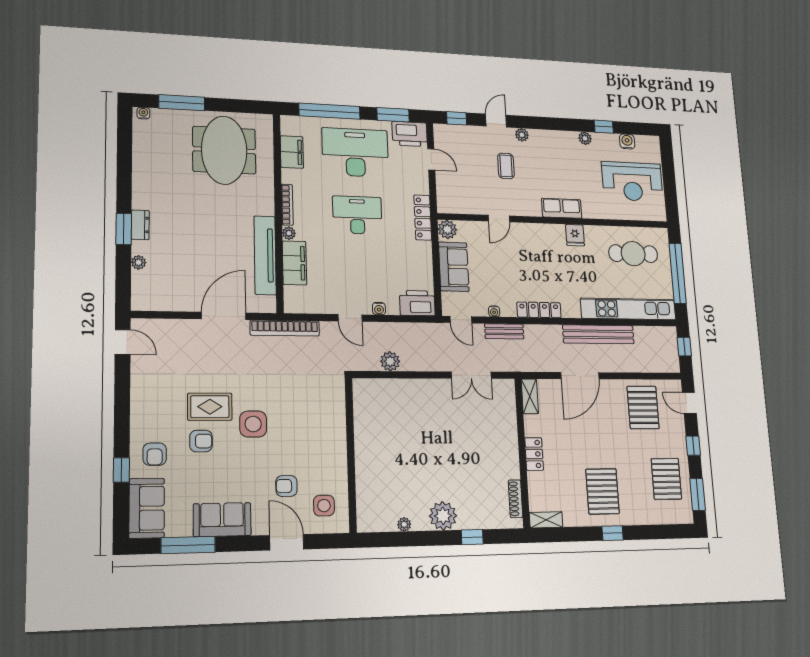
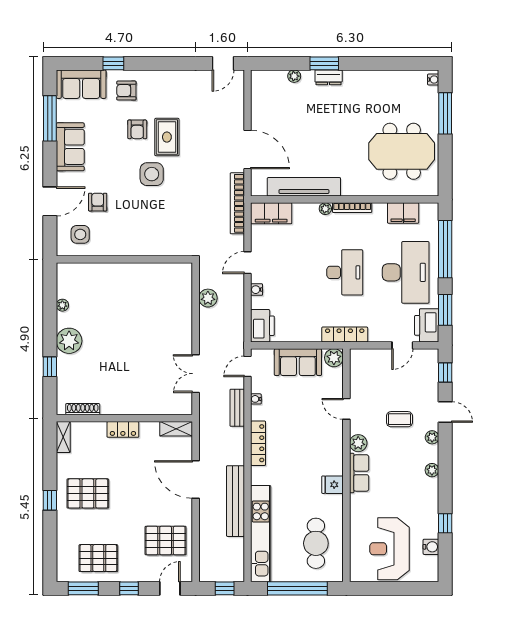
plant: (585, 138) -> (432, 470), moved
plant: (532, 208) -> (358, 443), added
filing cabinet: (295, 263) -> (271, 213), moved

